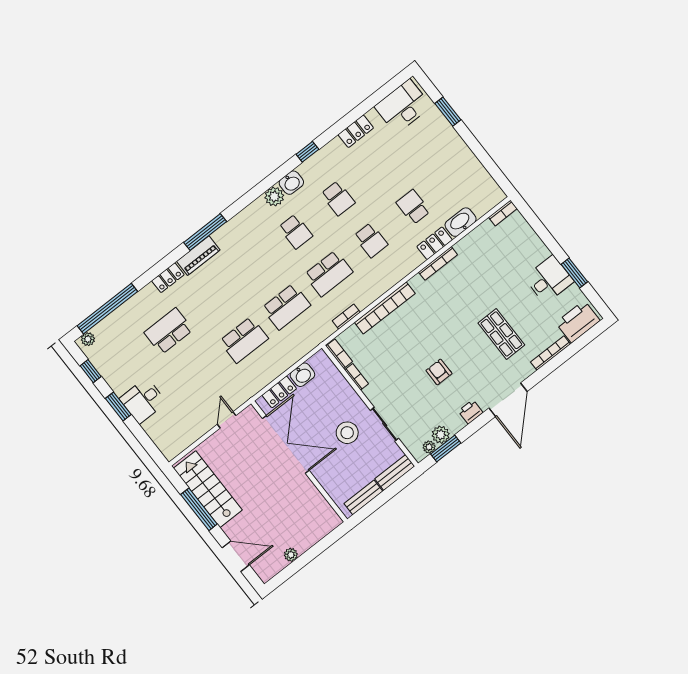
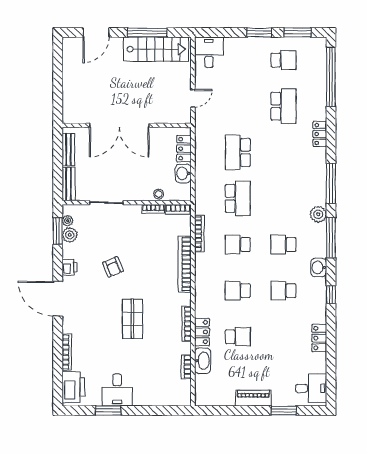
desk: (403, 106) -> (311, 388), width x0.73
window: (255, 193) -> (331, 238), added
plant: (274, 197) -> (318, 214), moved
bookcase: (503, 213) -> (186, 367), moved
piano: (198, 256) -> (253, 398), moved, turned 90
school desk: (328, 273) -> (238, 245), width x0.54
school desk: (286, 307) -> (238, 198), turned 180
bookcase: (346, 317) -> (199, 234), width x1.56
shop shelf: (501, 334) -> (132, 319), moved, turned 90
plant: (88, 339) -> (321, 48), removed
school desk: (126, 364) -> (283, 60), added
window: (91, 371) -> (298, 32), width x1.50
armchair: (439, 372) -> (113, 267), turned 67
desk: (143, 401) -> (209, 52), moved
door: (227, 420) -> (193, 98), hinge flipped
stool: (347, 433) -> (159, 194), moved, width x0.53, depth x0.53
double door: (286, 444) -> (119, 125), moved
plant: (291, 555) -> (68, 70), removed

